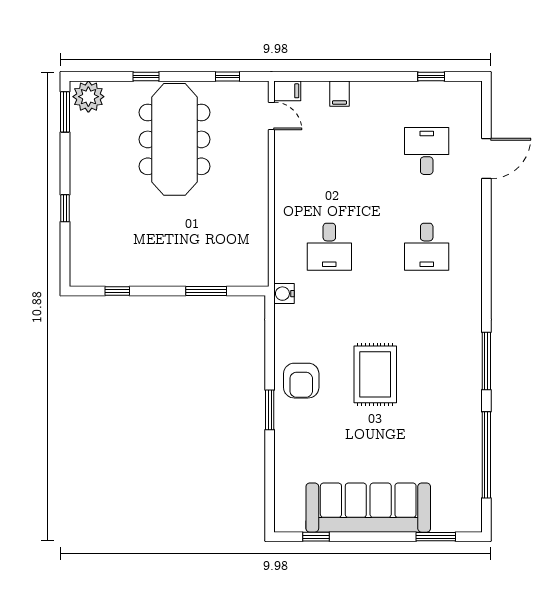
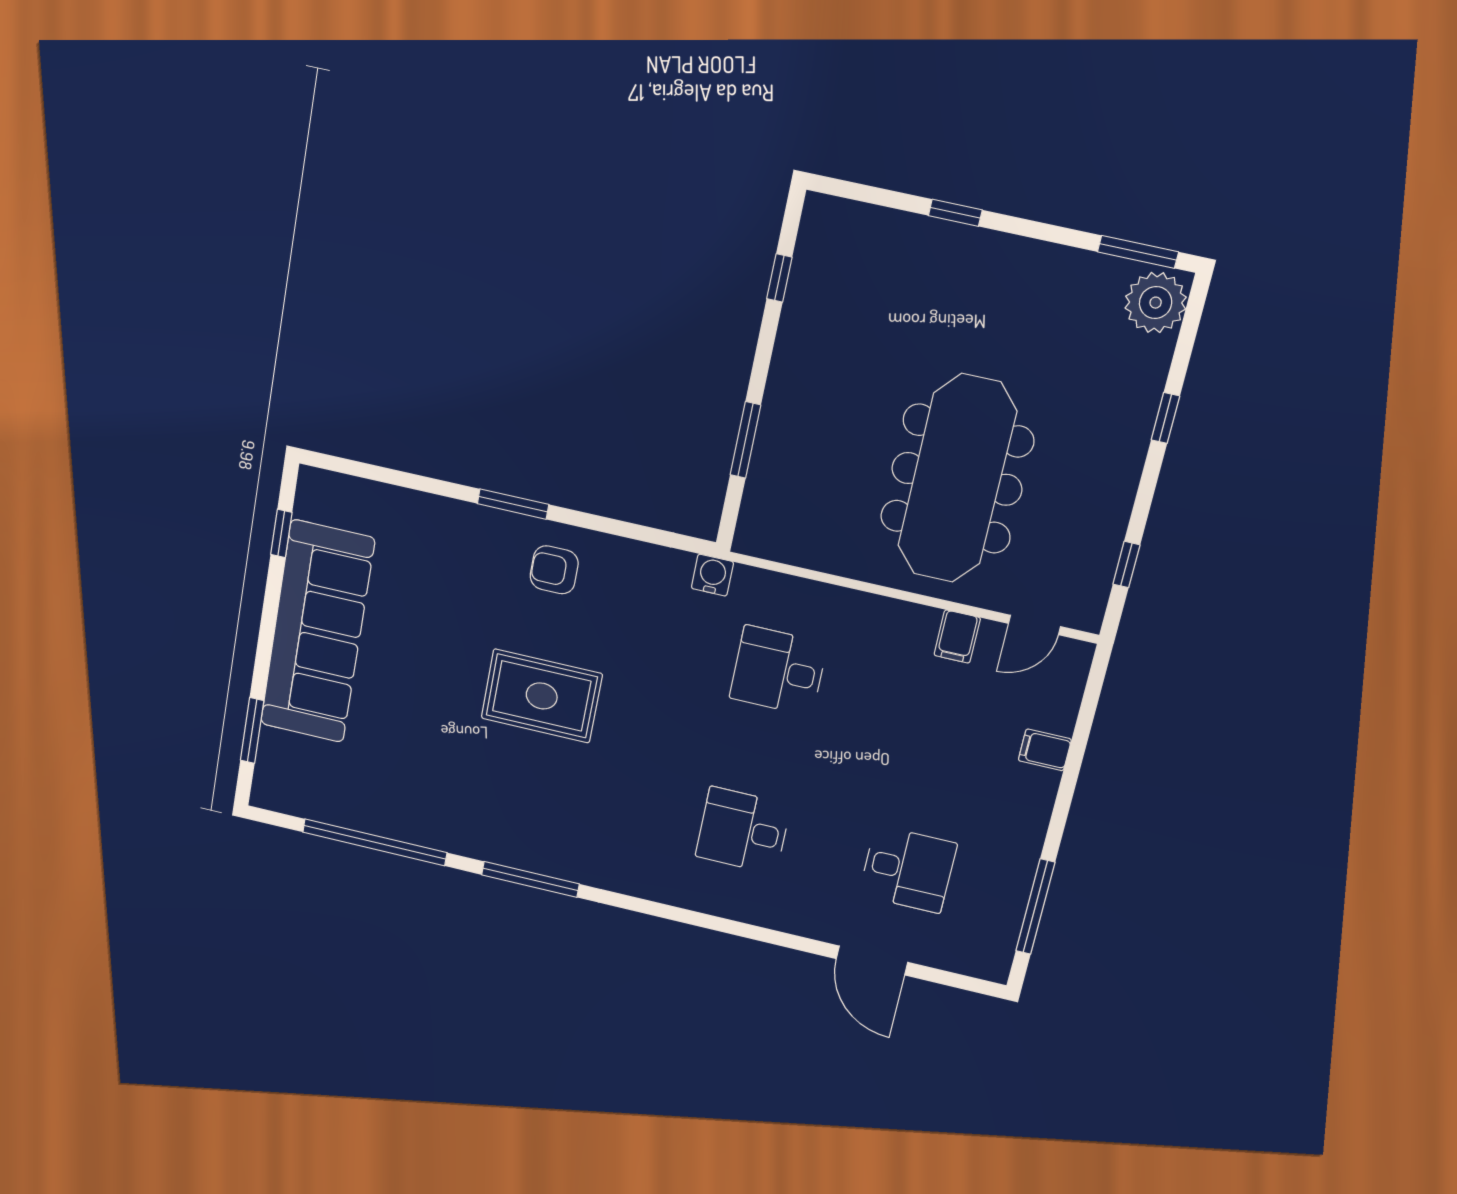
window: (431, 76) -> (1035, 907), width x2.17
filing cabinet: (287, 91) -> (957, 637), moved
meeting table: (175, 139) -> (957, 479), moved, turned 90
armchair: (301, 381) -> (554, 570), width x0.72, depth x0.72

